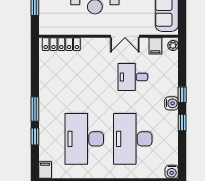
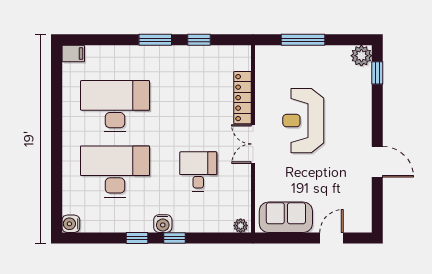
double door: (125, 36) -> (253, 144), moved
locker: (61, 44) -> (242, 98), moved
filing cabinet: (155, 46) -> (240, 202), removed
window: (35, 137) -> (199, 40), moved

